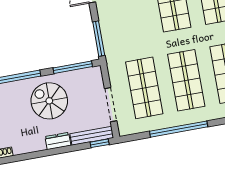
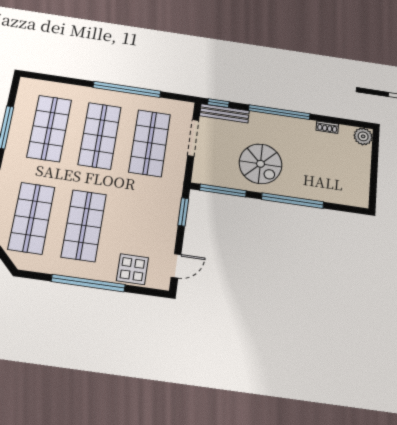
window: (99, 39) -> (183, 212), width x0.69
dresser: (58, 141) -> (263, 120), removed
window: (47, 153) -> (279, 112), added

